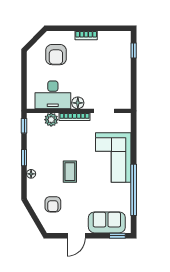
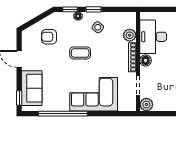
plant: (124, 102) -> (146, 105), added
window: (24, 126) -> (70, 9), moved
side table: (43, 153) -> (98, 27), added

